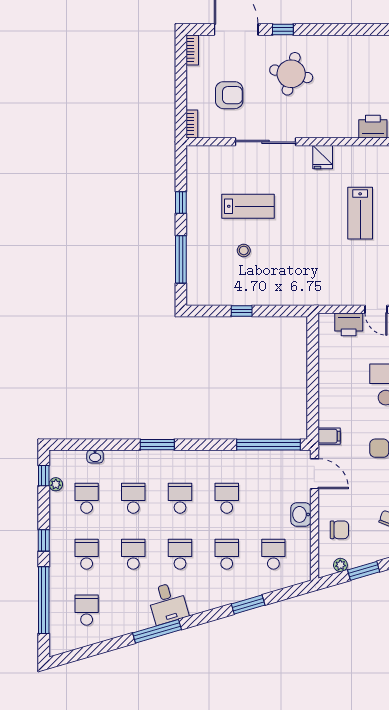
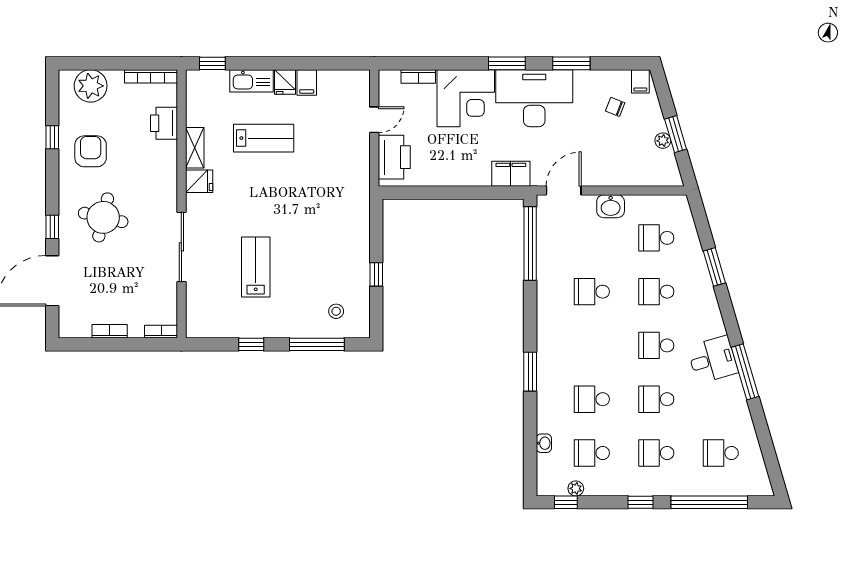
window: (361, 30) -> (52, 137), added
bookcase: (192, 50) -> (110, 331), moved
armchair: (229, 95) -> (91, 151), moved
shelving: (352, 153) -> (195, 148), added
stool: (244, 250) -> (336, 311), moved
printer: (349, 324) -> (394, 157), width x1.37, depth x1.19
filing cabinet: (329, 436) -> (511, 174), width x2.00
school desk: (180, 498) -> (592, 345), removed
chair: (339, 530) -> (628, 162), removed
plant: (340, 565) -> (663, 141), moved

